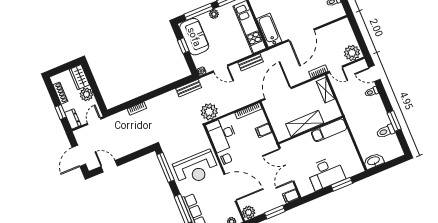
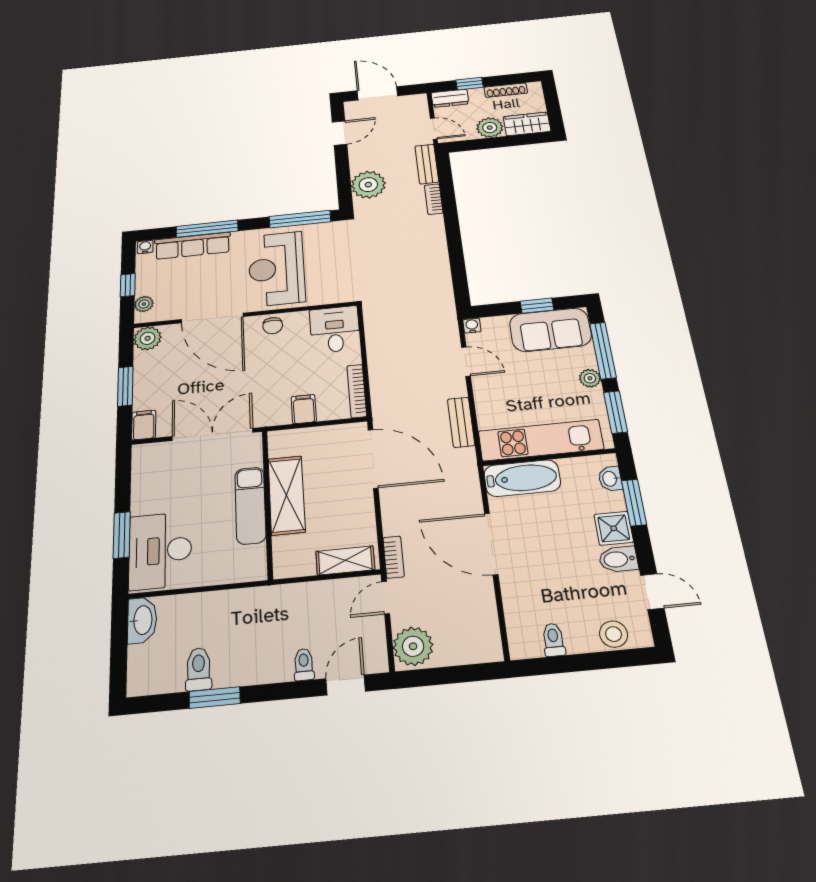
door: (221, 69) -> (466, 361), swing flipped
bench: (189, 88) -> (427, 164), moved
plant: (209, 112) -> (368, 185), moved
exam couch: (329, 130) -> (250, 505), moved
desk: (222, 134) -> (335, 329), width x0.73
desk: (326, 173) -> (160, 551), moved
door: (230, 188) -> (212, 318), hinge flipped

